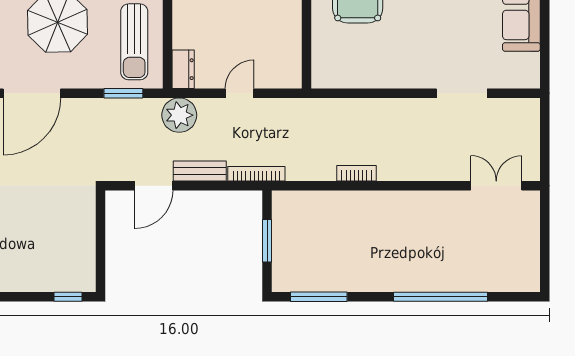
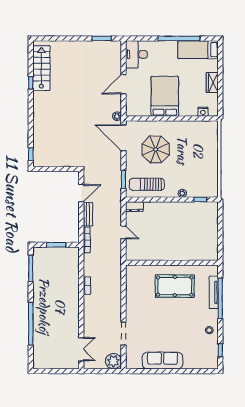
plant: (179, 115) -> (113, 361), moved
door: (154, 186) -> (81, 193), swing flipped

